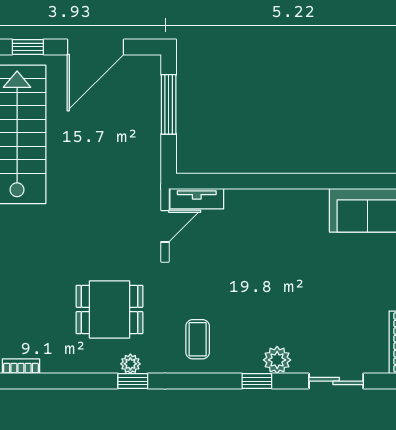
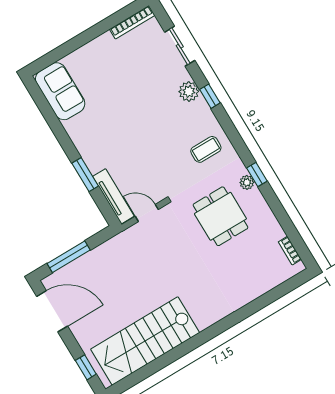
door: (95, 47) -> (52, 311), moved
window: (253, 181) -> (85, 175), added
tv unit: (197, 199) -> (113, 196), width x1.41

